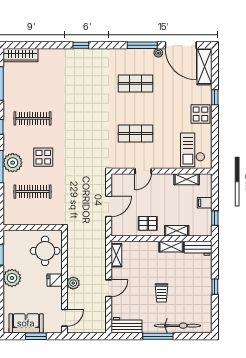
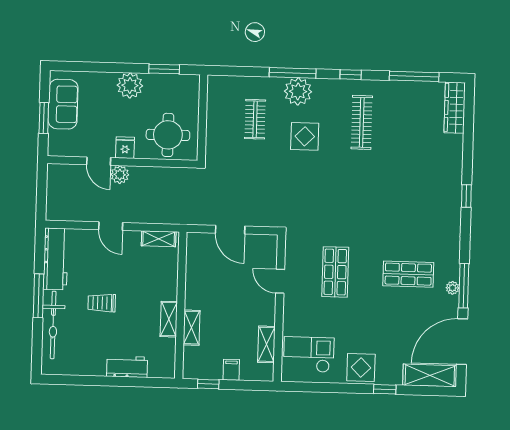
plant: (158, 53) -> (452, 288), moved
shop shelf: (136, 83) -> (408, 274), turned 90
clothes rail: (33, 192) -> (255, 119), width x0.73
pallet: (148, 223) -> (204, 286), removed
workbench: (198, 248) -> (127, 367), moved, turned 90
window: (215, 287) -> (108, 381), removed
door: (64, 318) -> (99, 161), moved
workbench: (126, 325) -> (56, 259), width x1.38

